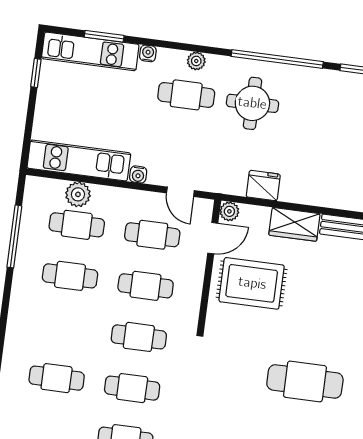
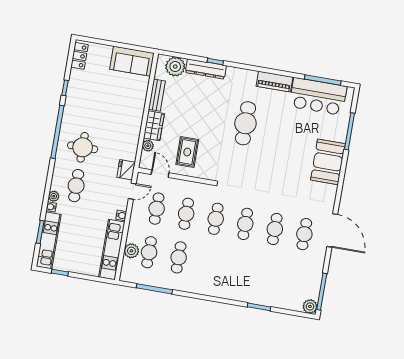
plant: (196, 61) -> (54, 196), moved
fridge: (263, 186) -> (126, 170), moved
plant: (229, 211) -> (148, 146), moved
rug: (252, 283) -> (187, 152), width x0.73, depth x0.70
cafe table: (57, 378) -> (238, 268), removed

